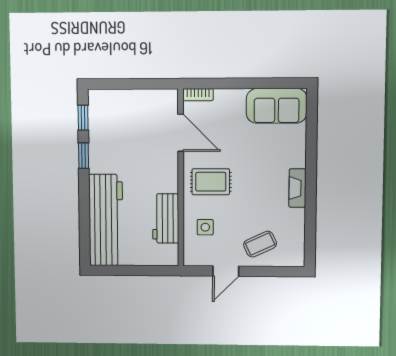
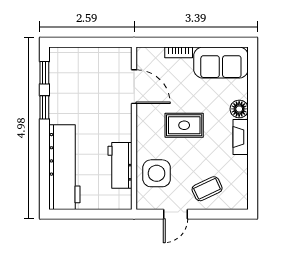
bookcase: (198, 95) -> (179, 52), moved
floor lamp: (296, 157) -> (239, 109), added
rug: (211, 182) -> (184, 125), moved
side table: (205, 227) -> (157, 173), width x1.87, depth x1.87

